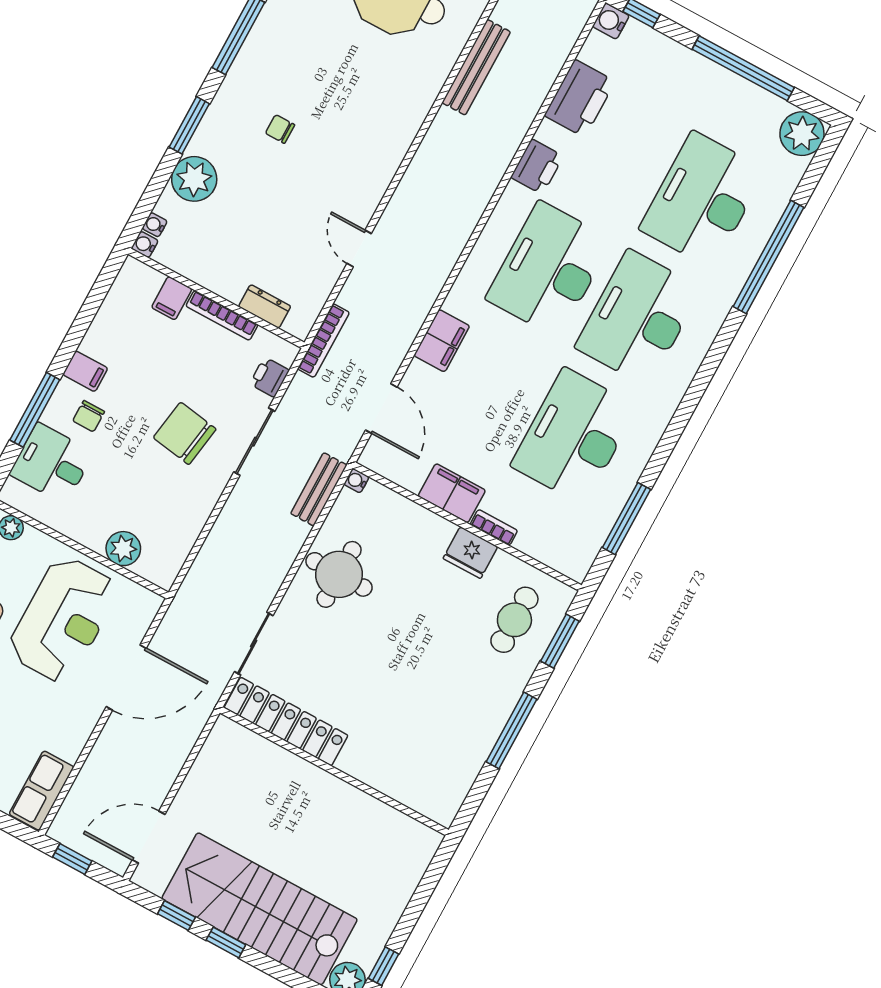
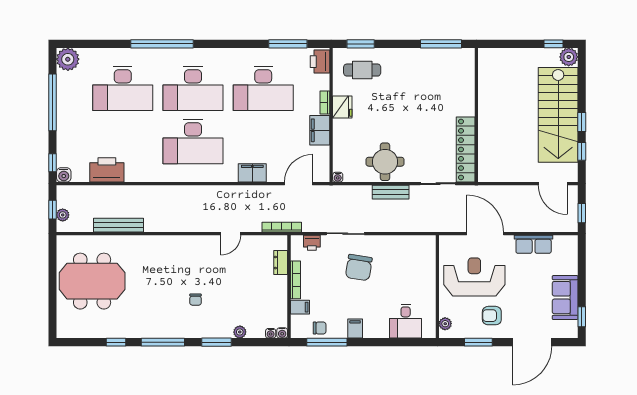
printer: (537, 167) -> (320, 62), moved, turned -90
plant: (194, 179) -> (240, 332), width x0.53, depth x0.53
window: (769, 257) -> (162, 44), moved
window: (35, 410) -> (327, 342), moved
chair: (89, 416) -> (320, 328), moved
bench: (319, 489) -> (391, 192), moved
plant: (123, 549) -> (427, 267), removed
window: (511, 730) -> (441, 44), moved
row of seats: (42, 791) -> (534, 244), moved

